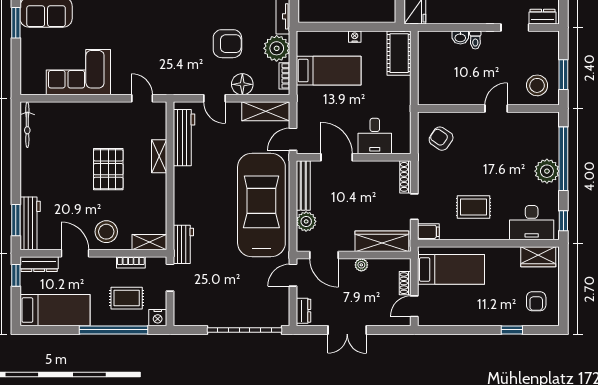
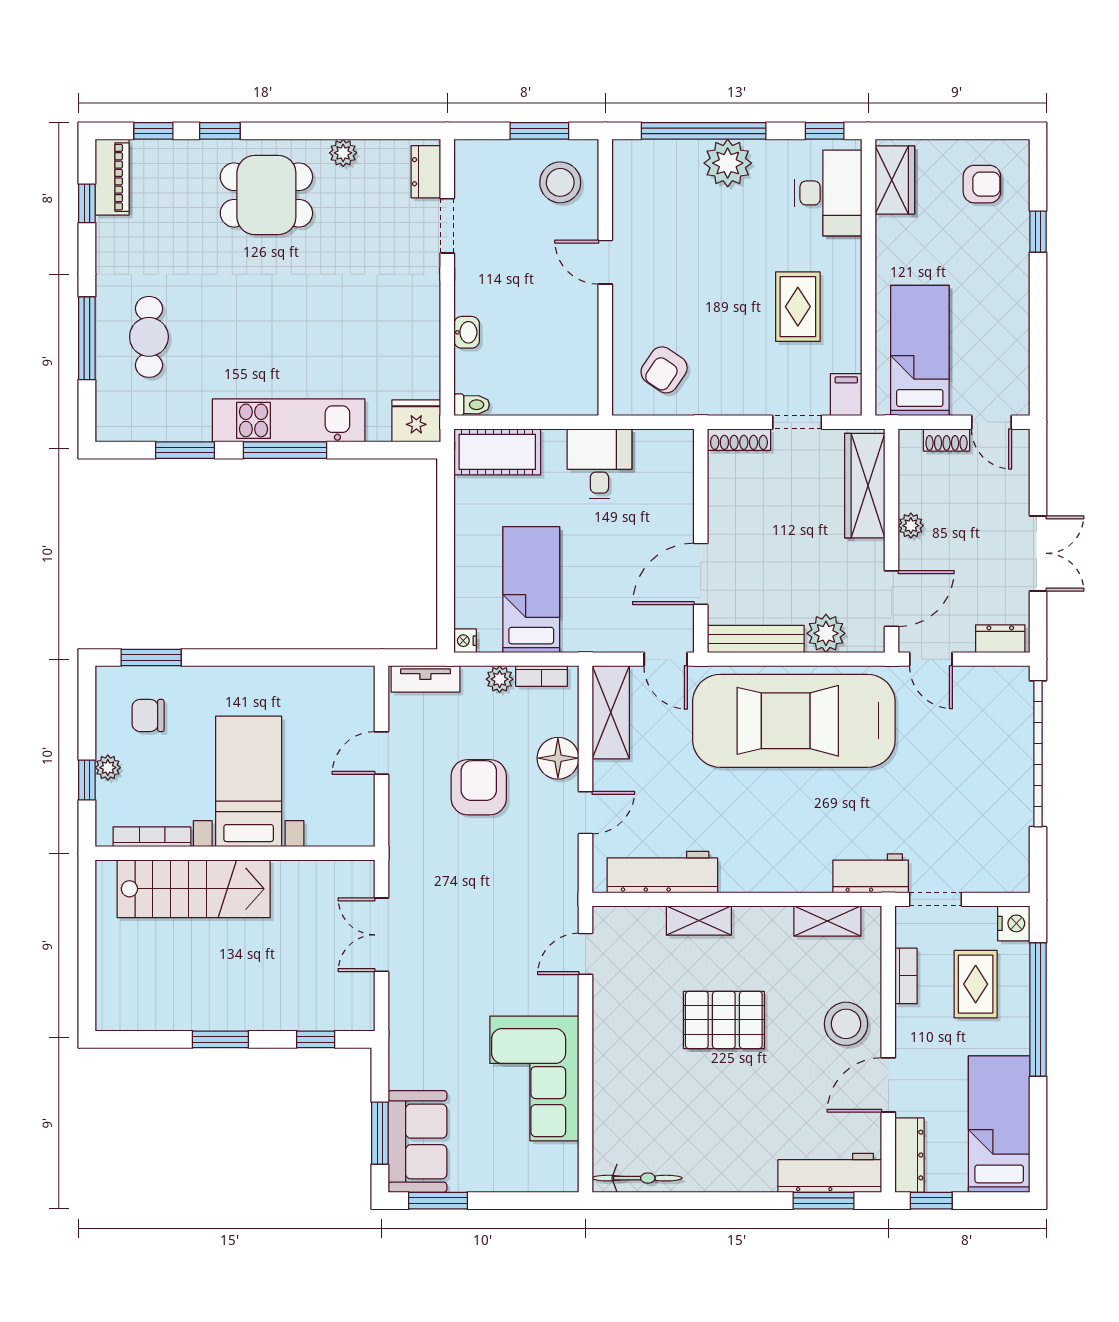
nightstand: (355, 37) -> (465, 641), moved
toilet: (475, 40) -> (472, 405), moved
plant: (277, 48) -> (500, 679), width x0.53, depth x0.53
desk: (375, 136) -> (599, 464), moved, turned -90
shelving: (149, 242) -> (827, 921), moved, turned 90

